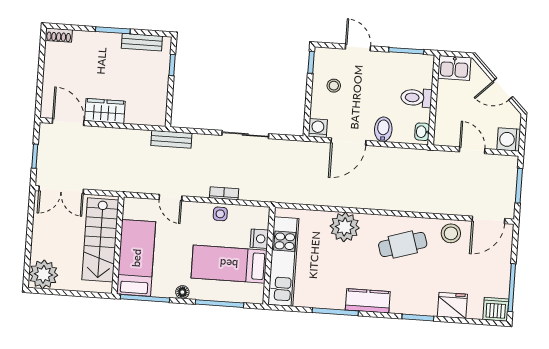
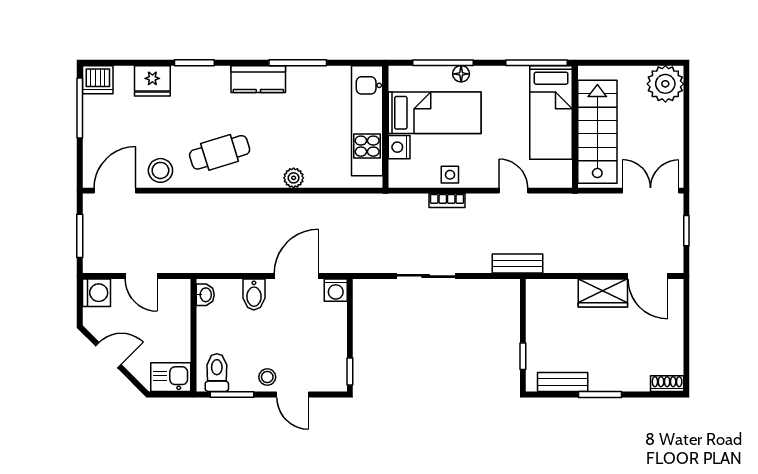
stool: (334, 86) -> (267, 377), moved
toilet: (416, 98) -> (217, 373), moved, turned -90
plant: (345, 227) -> (294, 178), width x0.53, depth x0.53
floor lamp: (182, 292) -> (461, 74), moved

